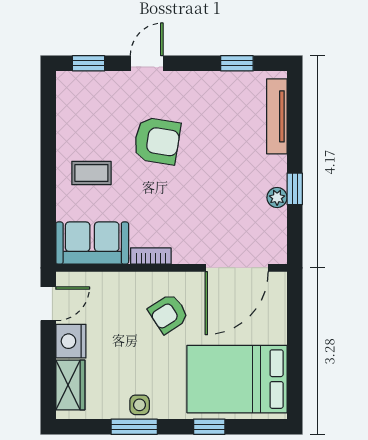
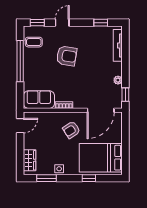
window: (48, 153) -> (20, 61), added
coffee table: (91, 173) -> (34, 42), moved
window: (295, 189) -> (125, 95), moved
nightstand: (71, 341) -> (30, 142), removed
window: (134, 427) -> (46, 178), moved

